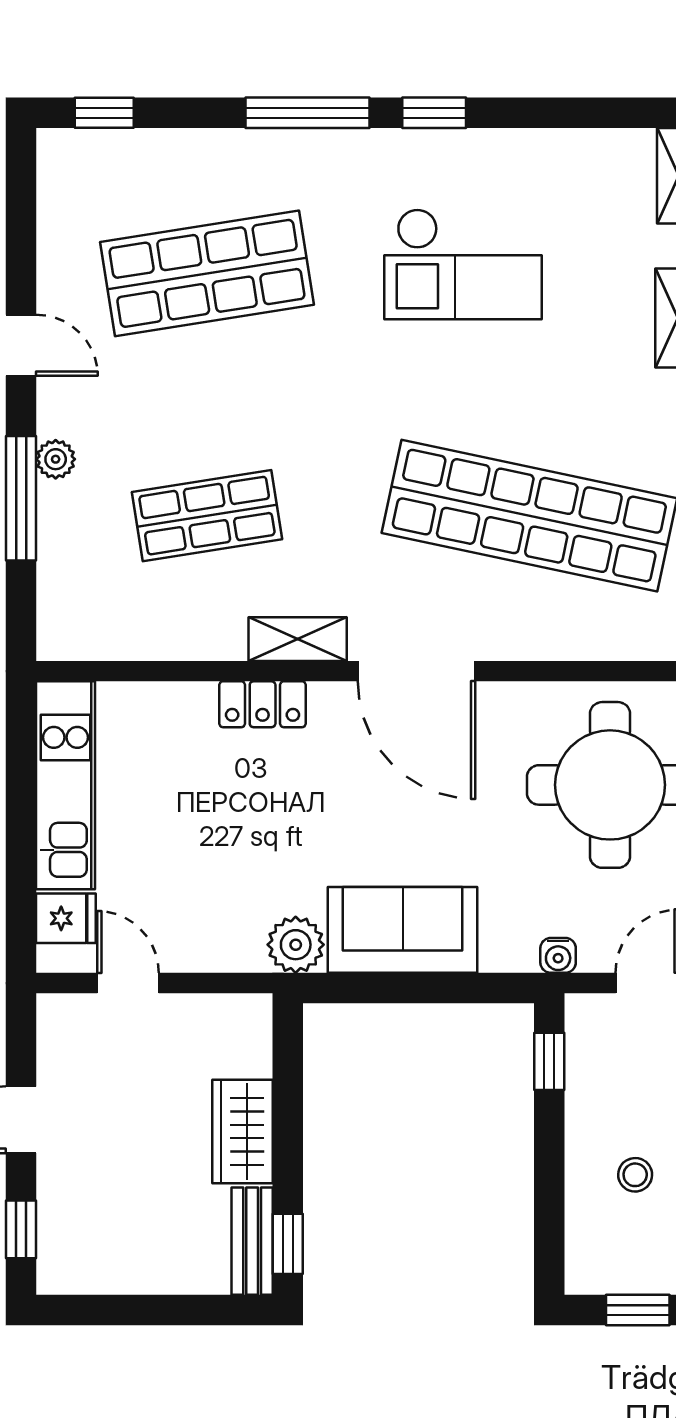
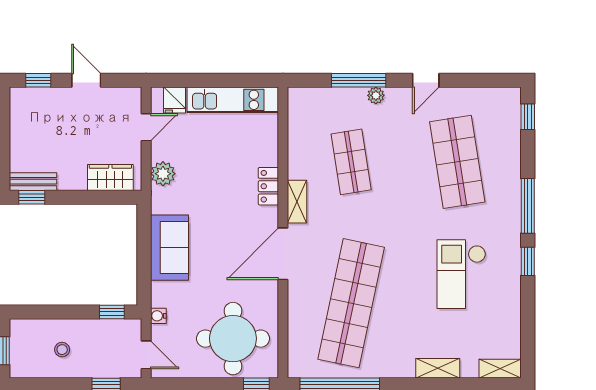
plant: (296, 945) -> (163, 174), moved
wardrobe: (243, 1132) -> (110, 177), moved

